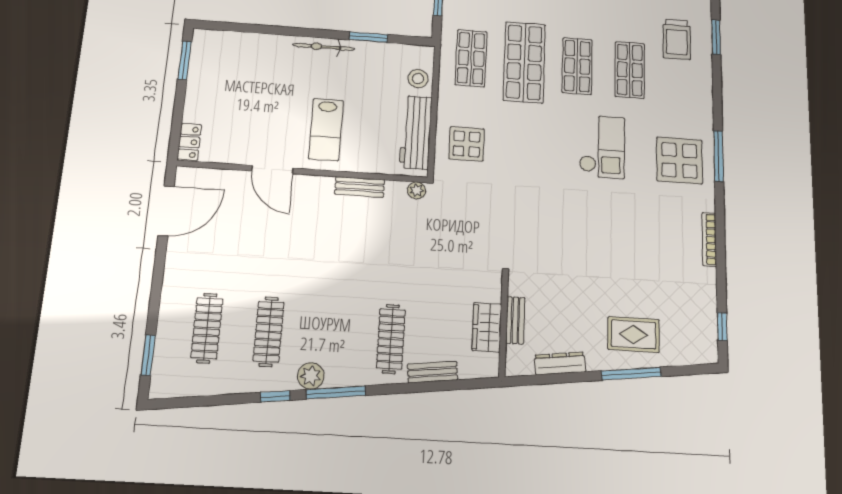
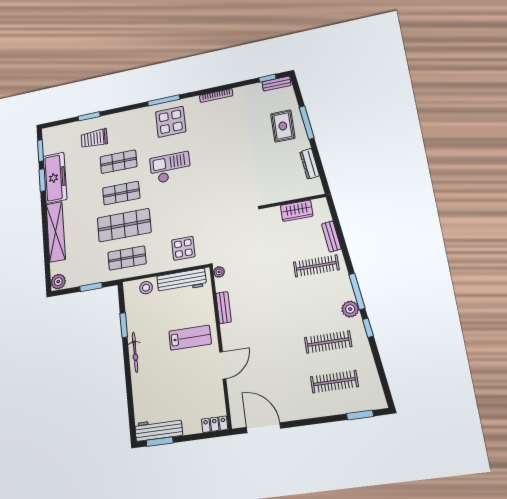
trolley: (677, 39) -> (94, 139), turned 180
workbench: (202, 62) -> (159, 429), added
bench: (515, 320) -> (277, 84), moved

